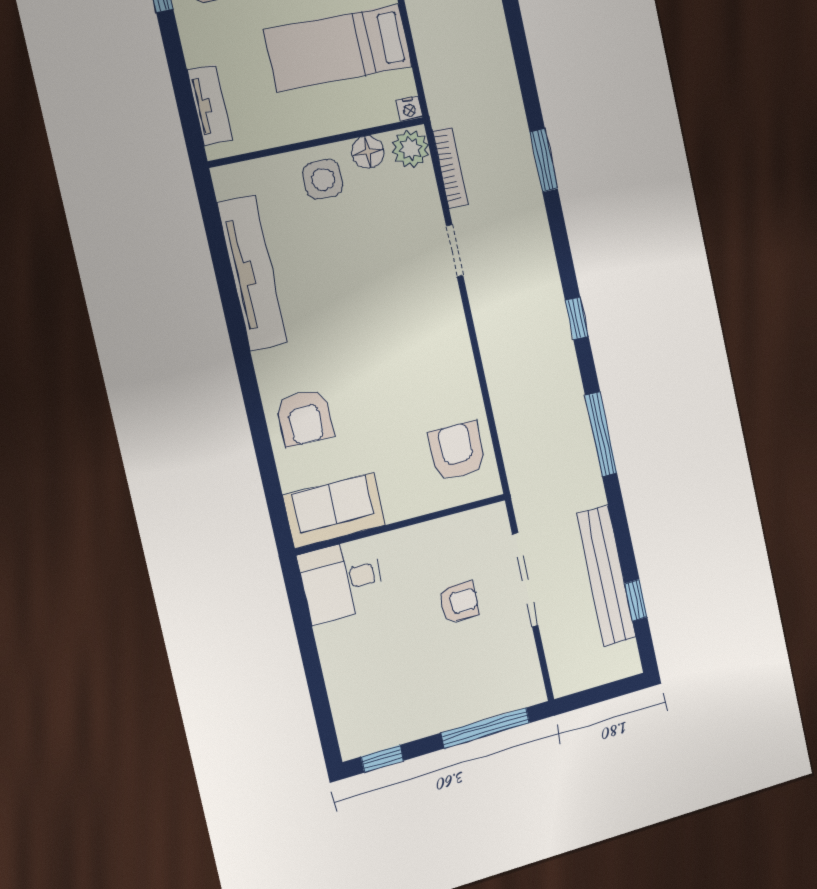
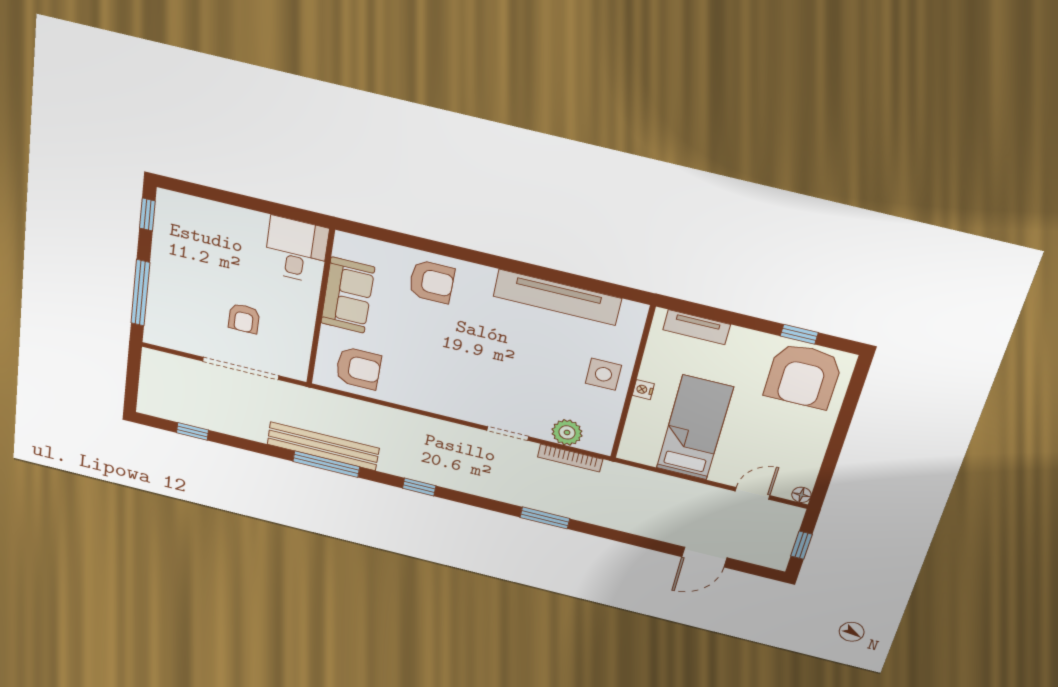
nightstand: (409, 109) -> (643, 390), moved
plant: (411, 149) -> (567, 432), moved
floor lamp: (368, 152) -> (609, 412), removed
armchair: (305, 418) -> (432, 282), turned 180
sofa: (334, 511) -> (348, 295), moved
bench: (606, 576) -> (323, 446), moved

